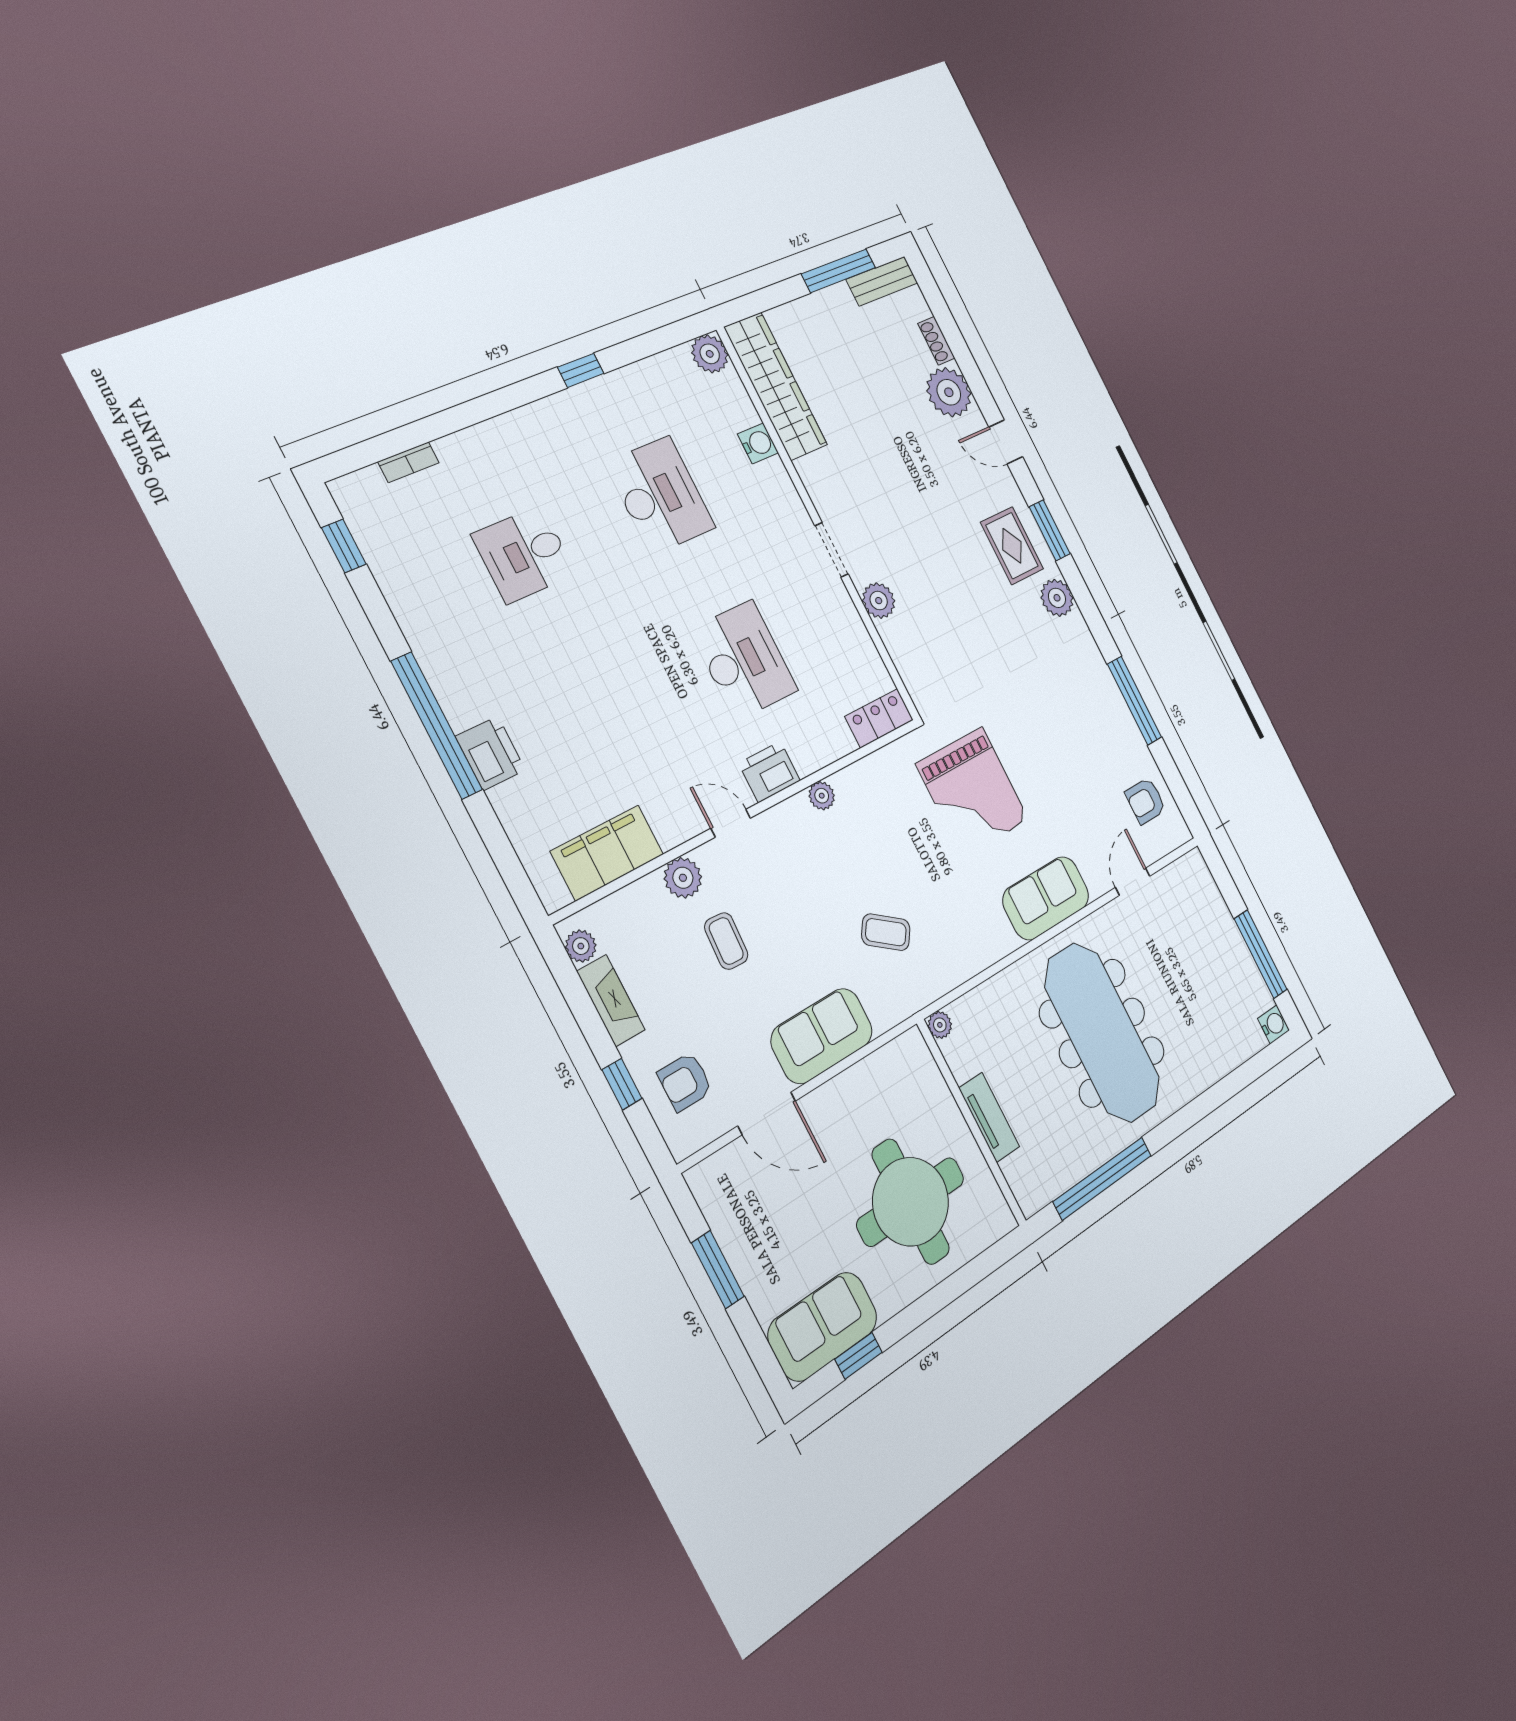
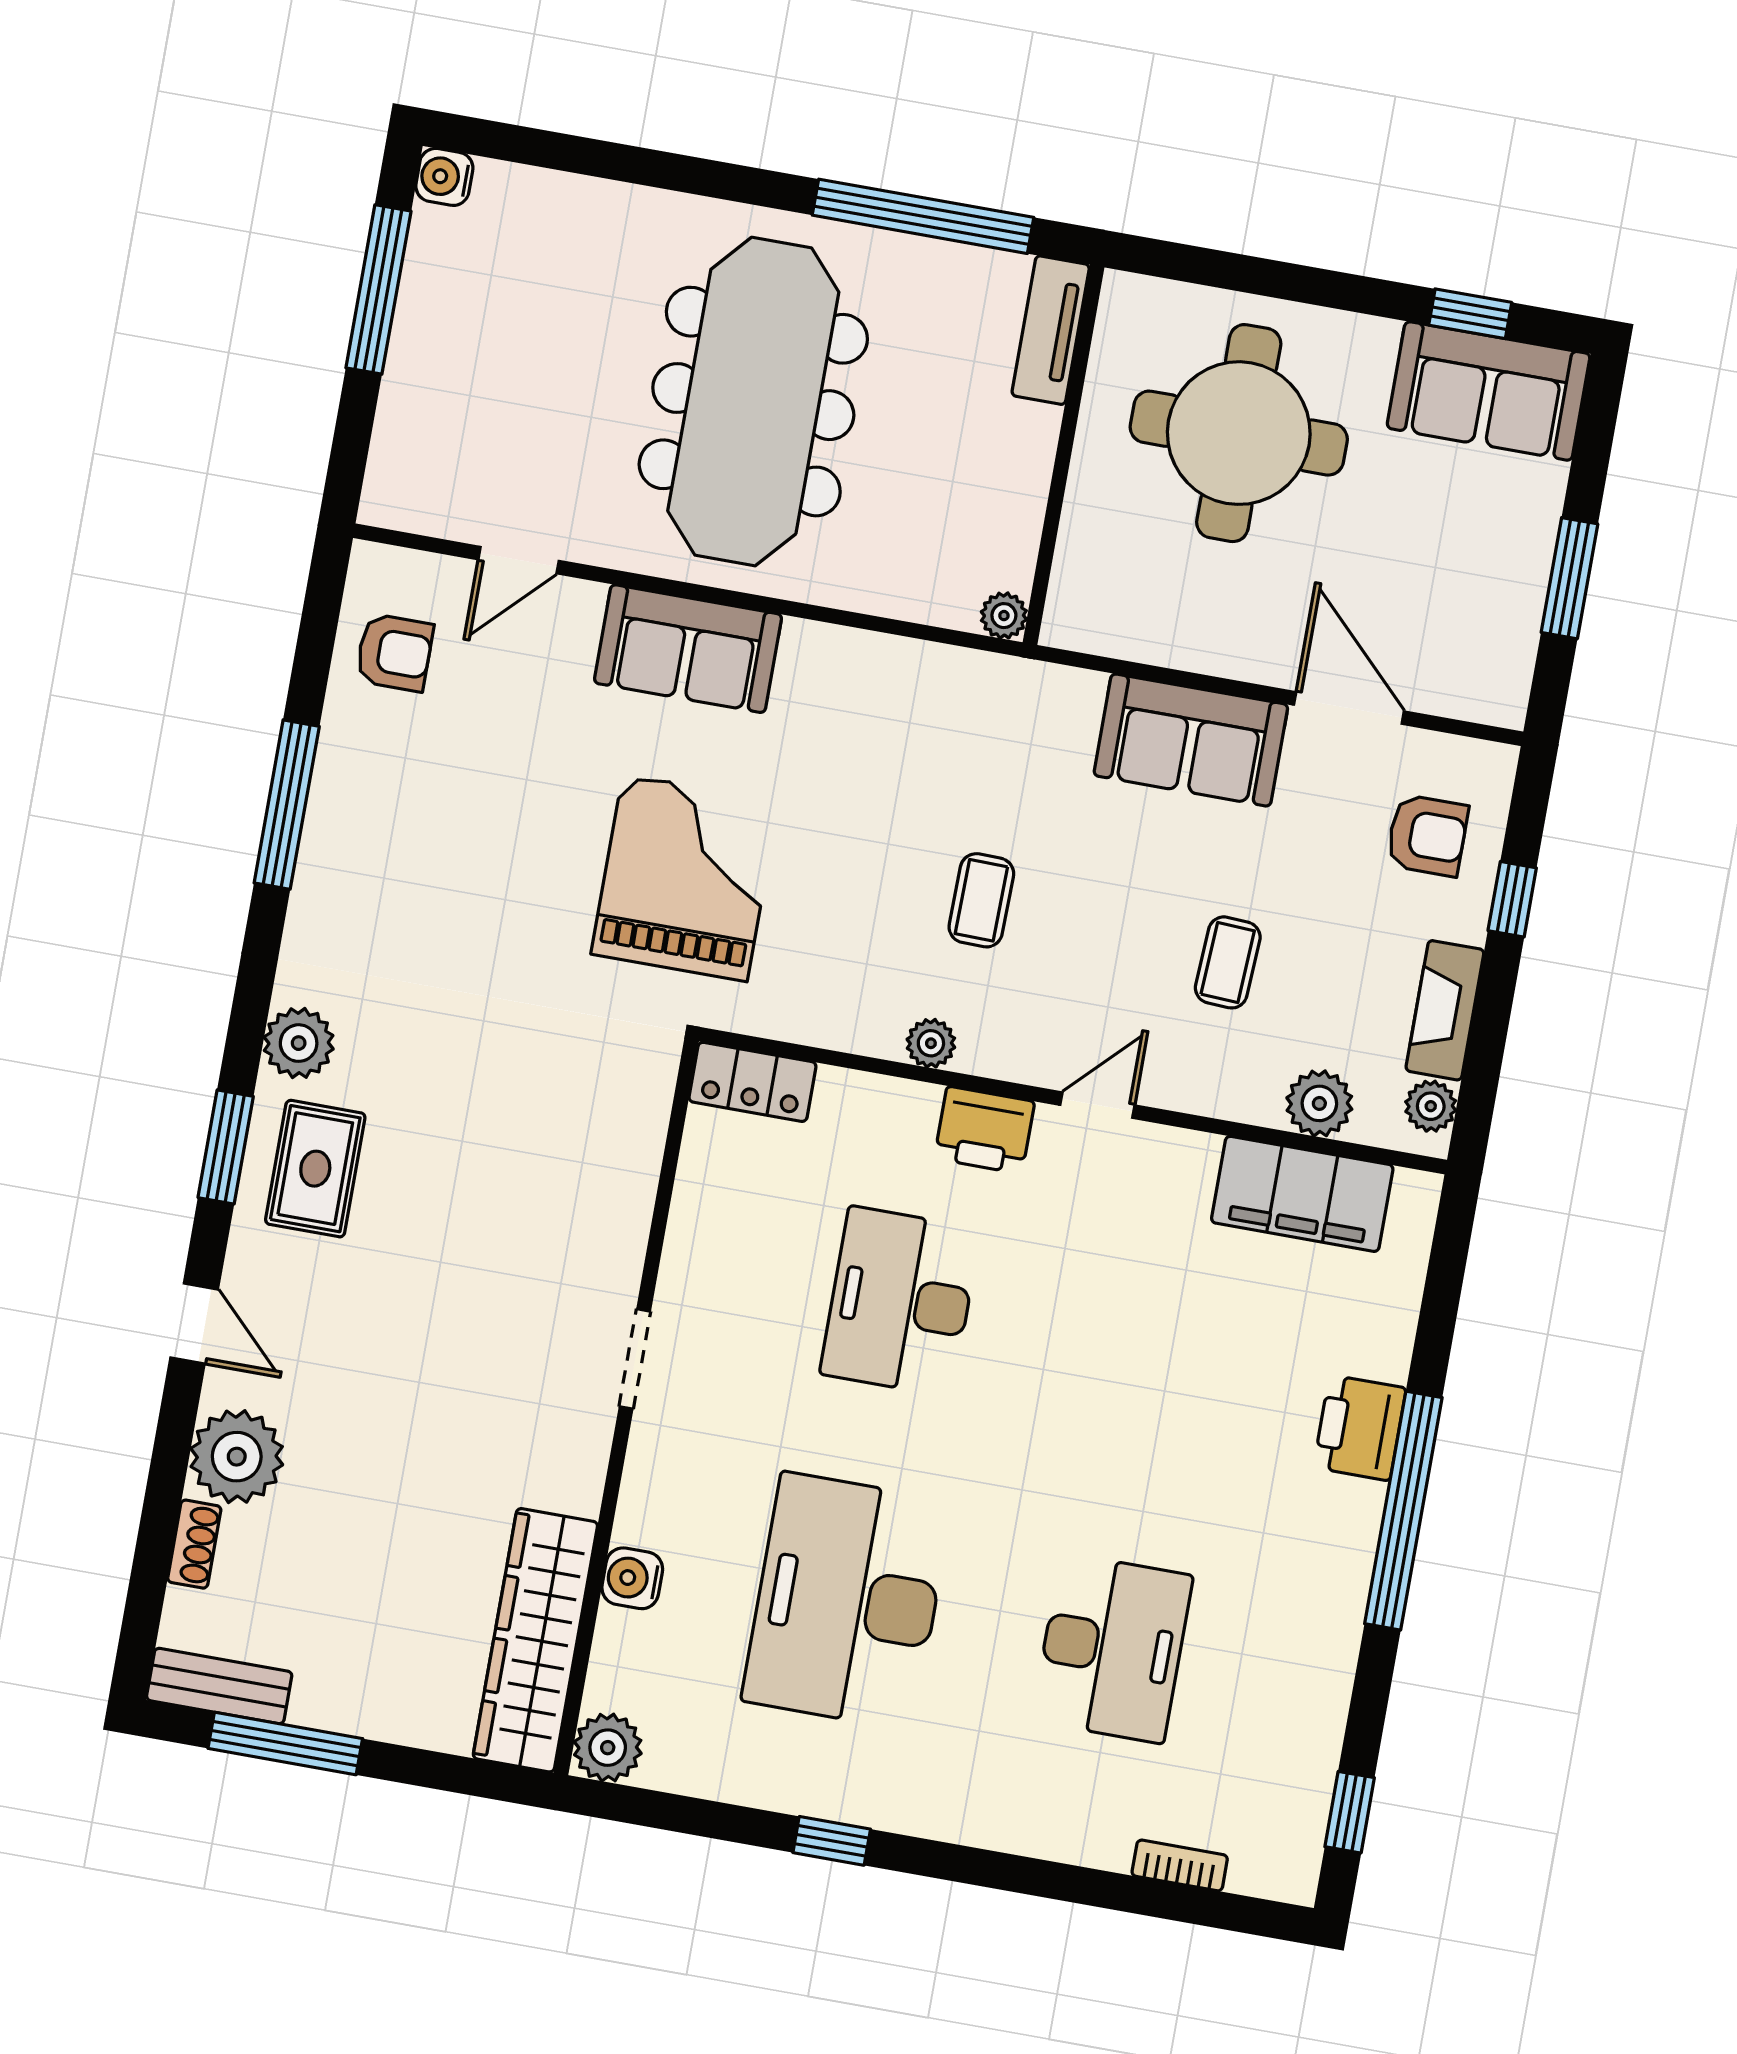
desk: (660, 495) -> (847, 1601), width x1.36, depth x1.30
desk: (524, 554) -> (1112, 1648), width x1.37
plant: (879, 601) -> (616, 1240), removed
door: (731, 823) -> (1097, 1105), swing flipped
plant: (683, 878) -> (1319, 1103), moved
coffee table: (886, 932) -> (981, 900), moved, turned 56
tv unit: (989, 1117) -> (1051, 330), moved

